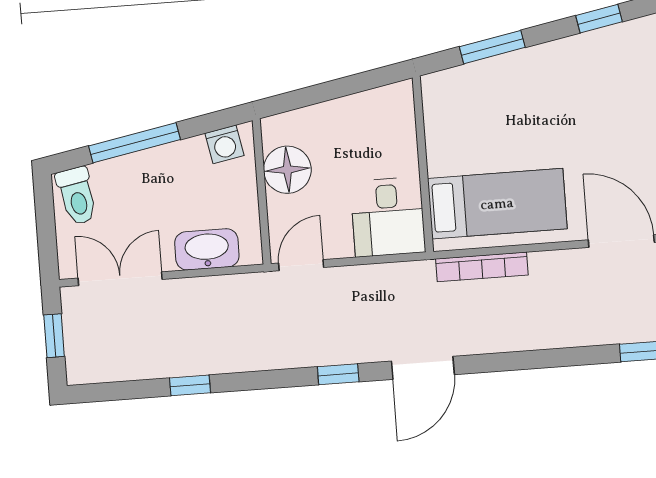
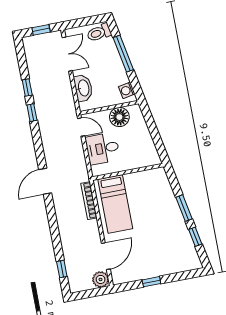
window: (492, 47) -> (184, 208), moved
desk: (388, 217) -> (103, 148), moved
door: (423, 368) -> (45, 181), hinge flipped
window: (338, 374) -> (32, 113), moved

